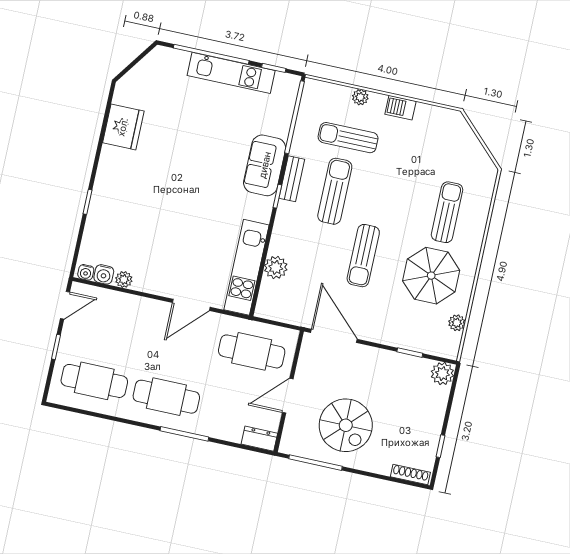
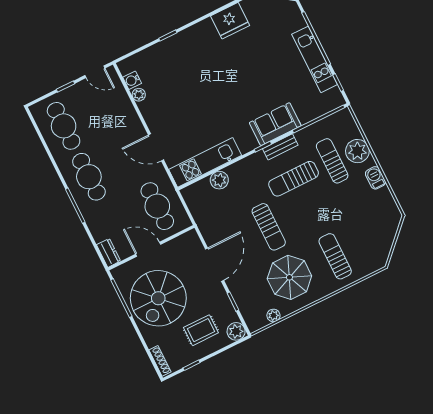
plant: (360, 97) -> (357, 151), width x1.88, depth x1.88
sun lounger: (335, 191) -> (294, 179), turned 180
sun lounger: (447, 212) -> (335, 256), turned -90
sun lounger: (363, 256) -> (269, 227), turned -90
water cooler: (86, 272) -> (125, 68), removed
door: (334, 336) -> (215, 265), moved
rug: (413, 408) -> (201, 330), added
spiral stairs: (346, 425) -> (158, 298), width x1.37, depth x1.37

